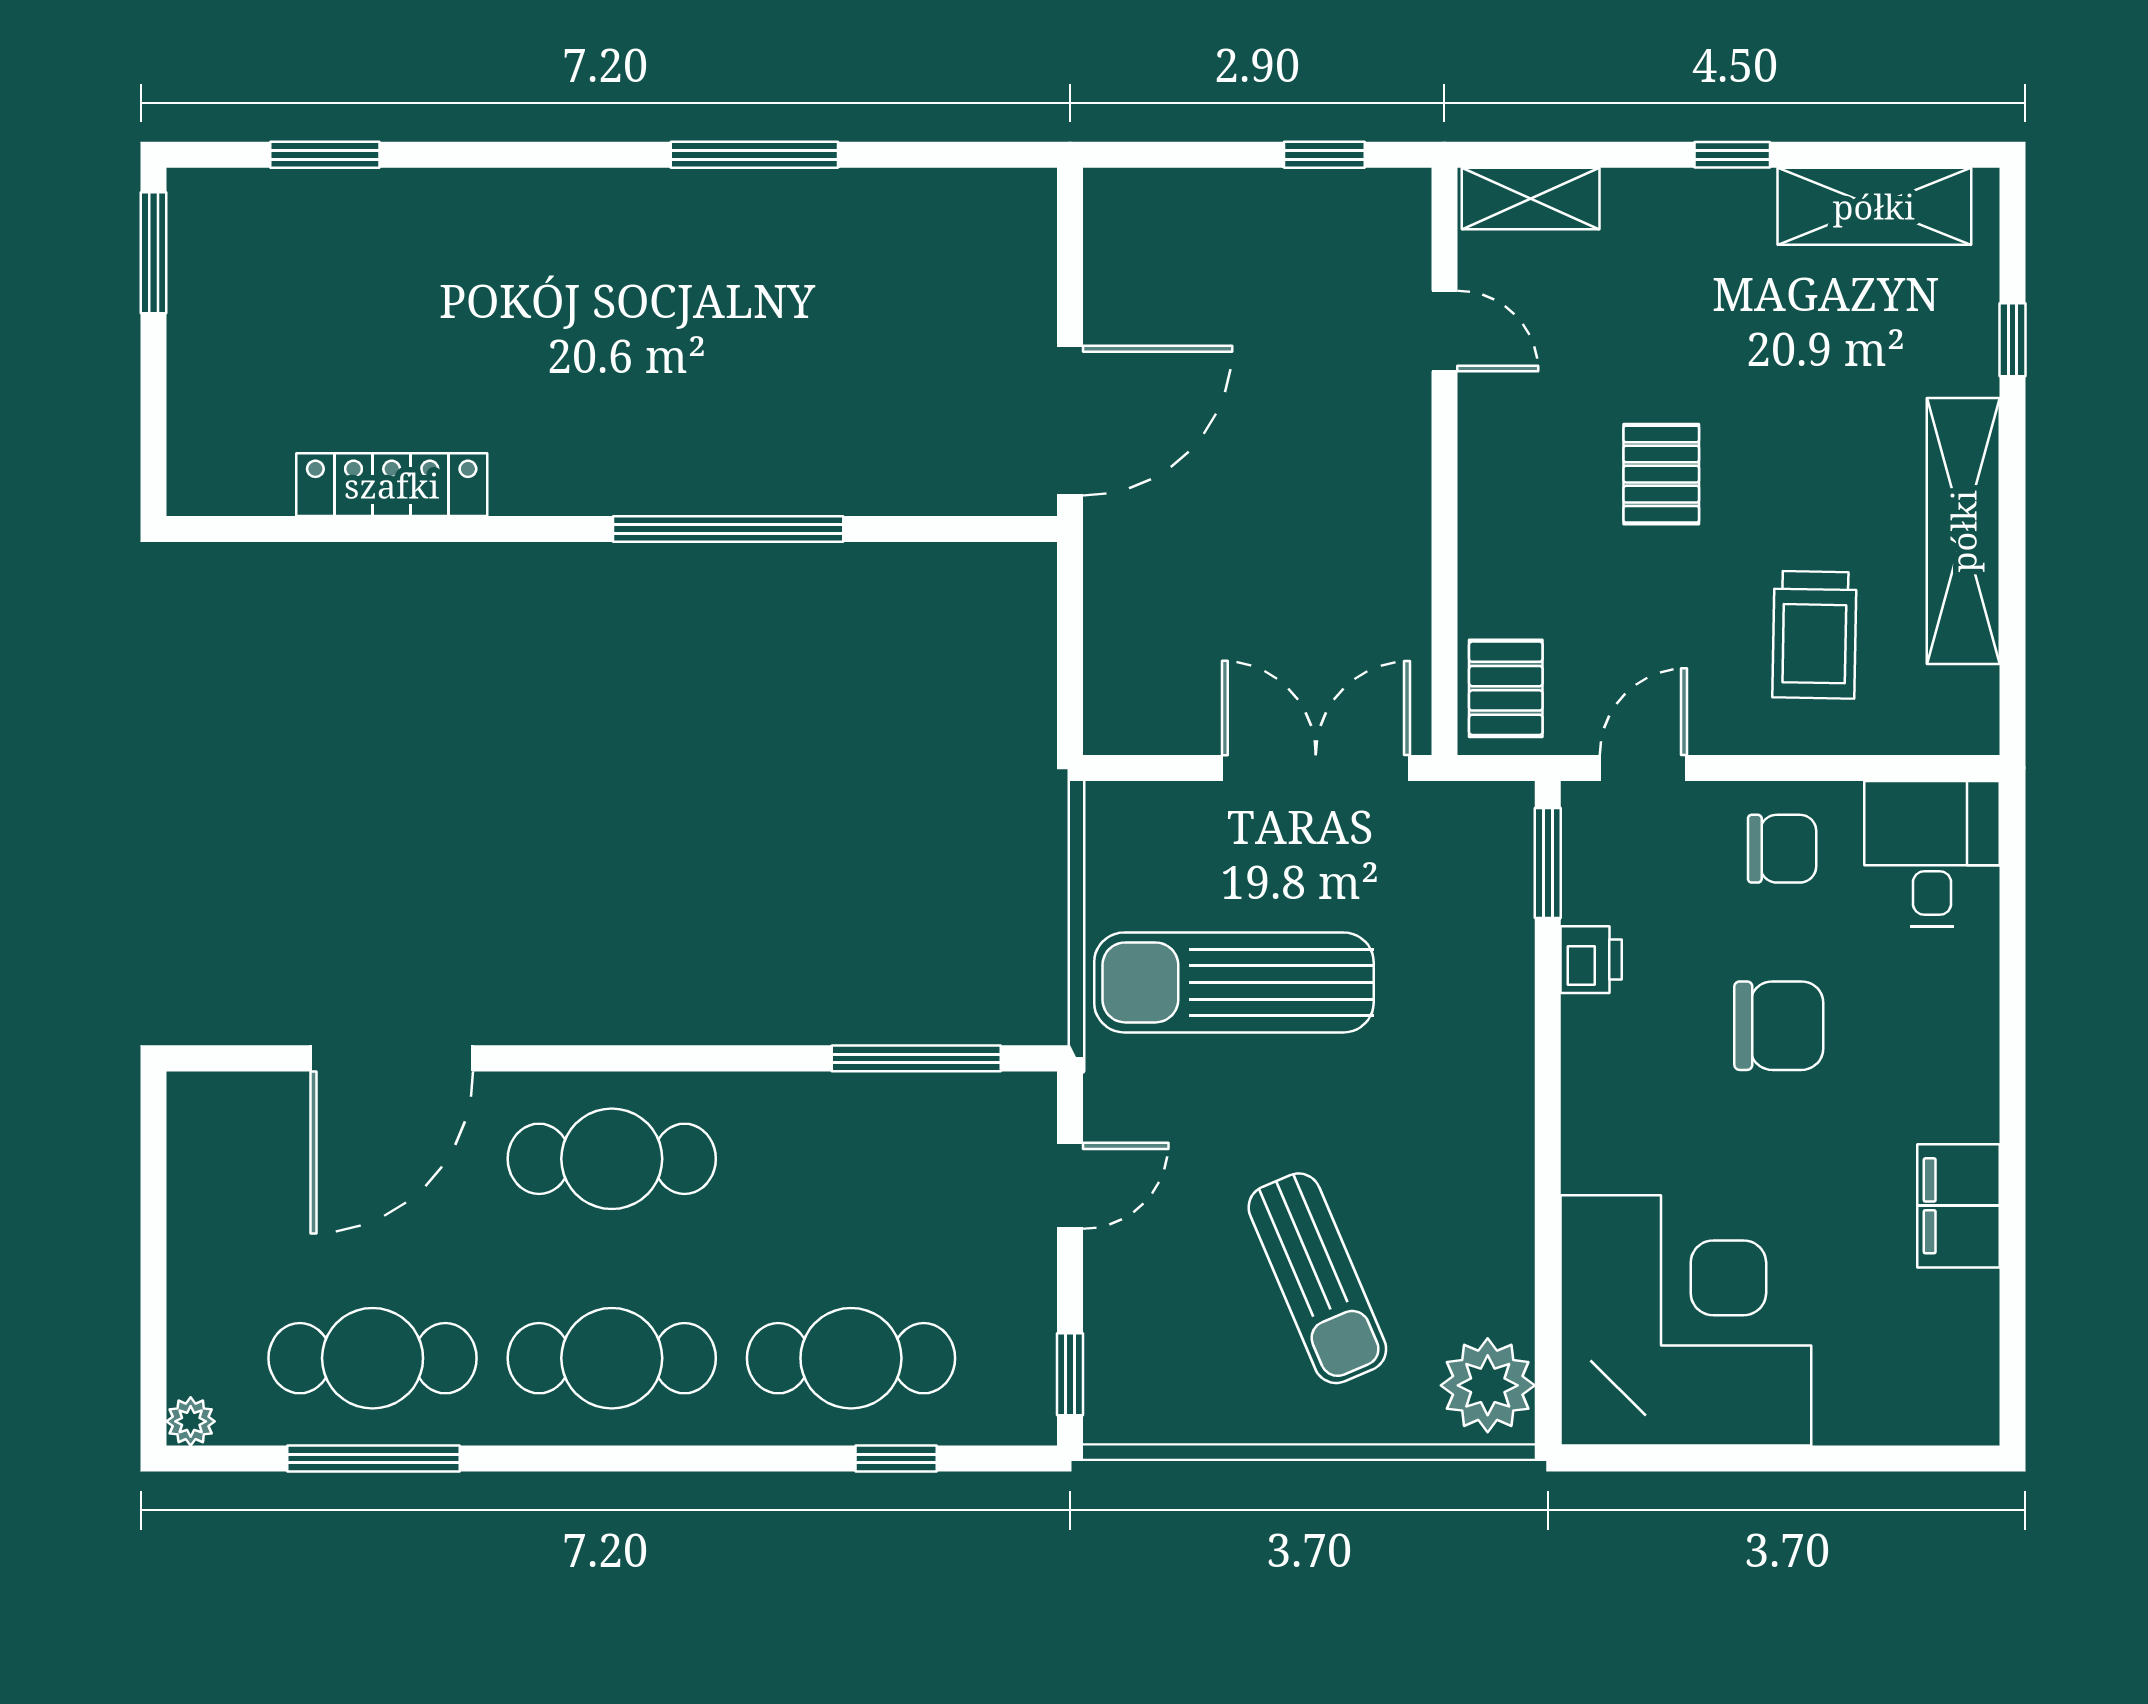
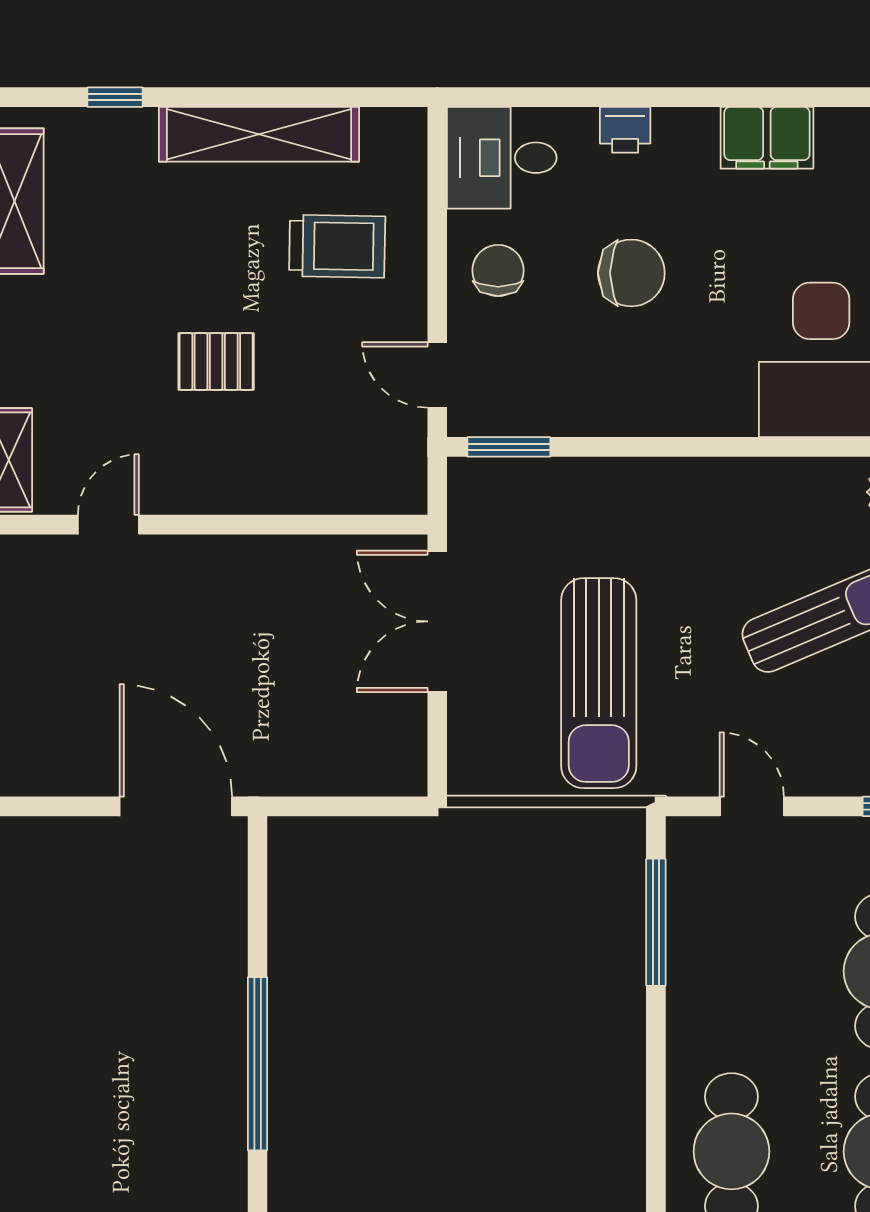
pallet: (1506, 688) -> (377, 479), removed
printer: (1591, 960) -> (625, 130), moved, turned 180
chair: (1779, 1026) -> (631, 273), turned 90

